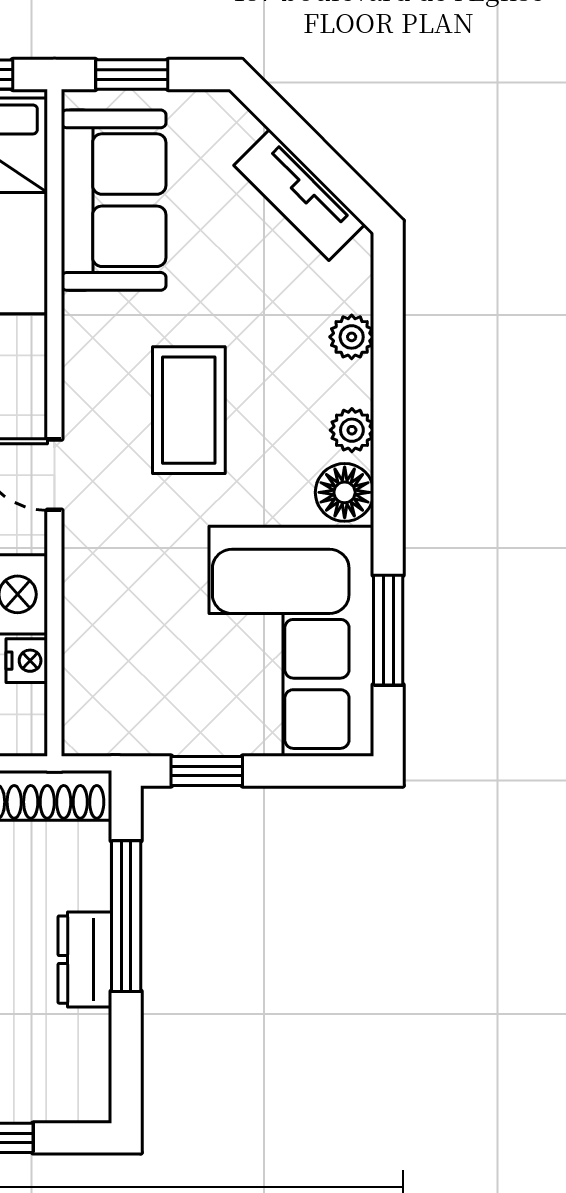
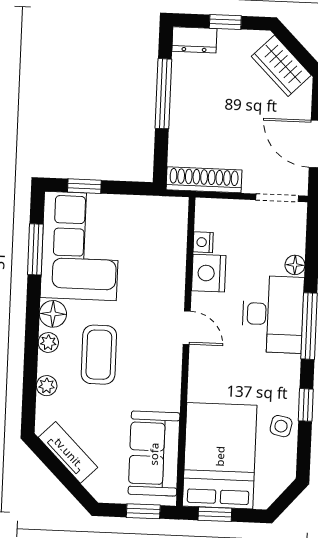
coffee table: (189, 410) -> (99, 355), moved
window: (207, 771) -> (84, 186), moved
window: (126, 916) -> (163, 94), moved
dresser: (85, 960) -> (194, 40), moved, turned 90

